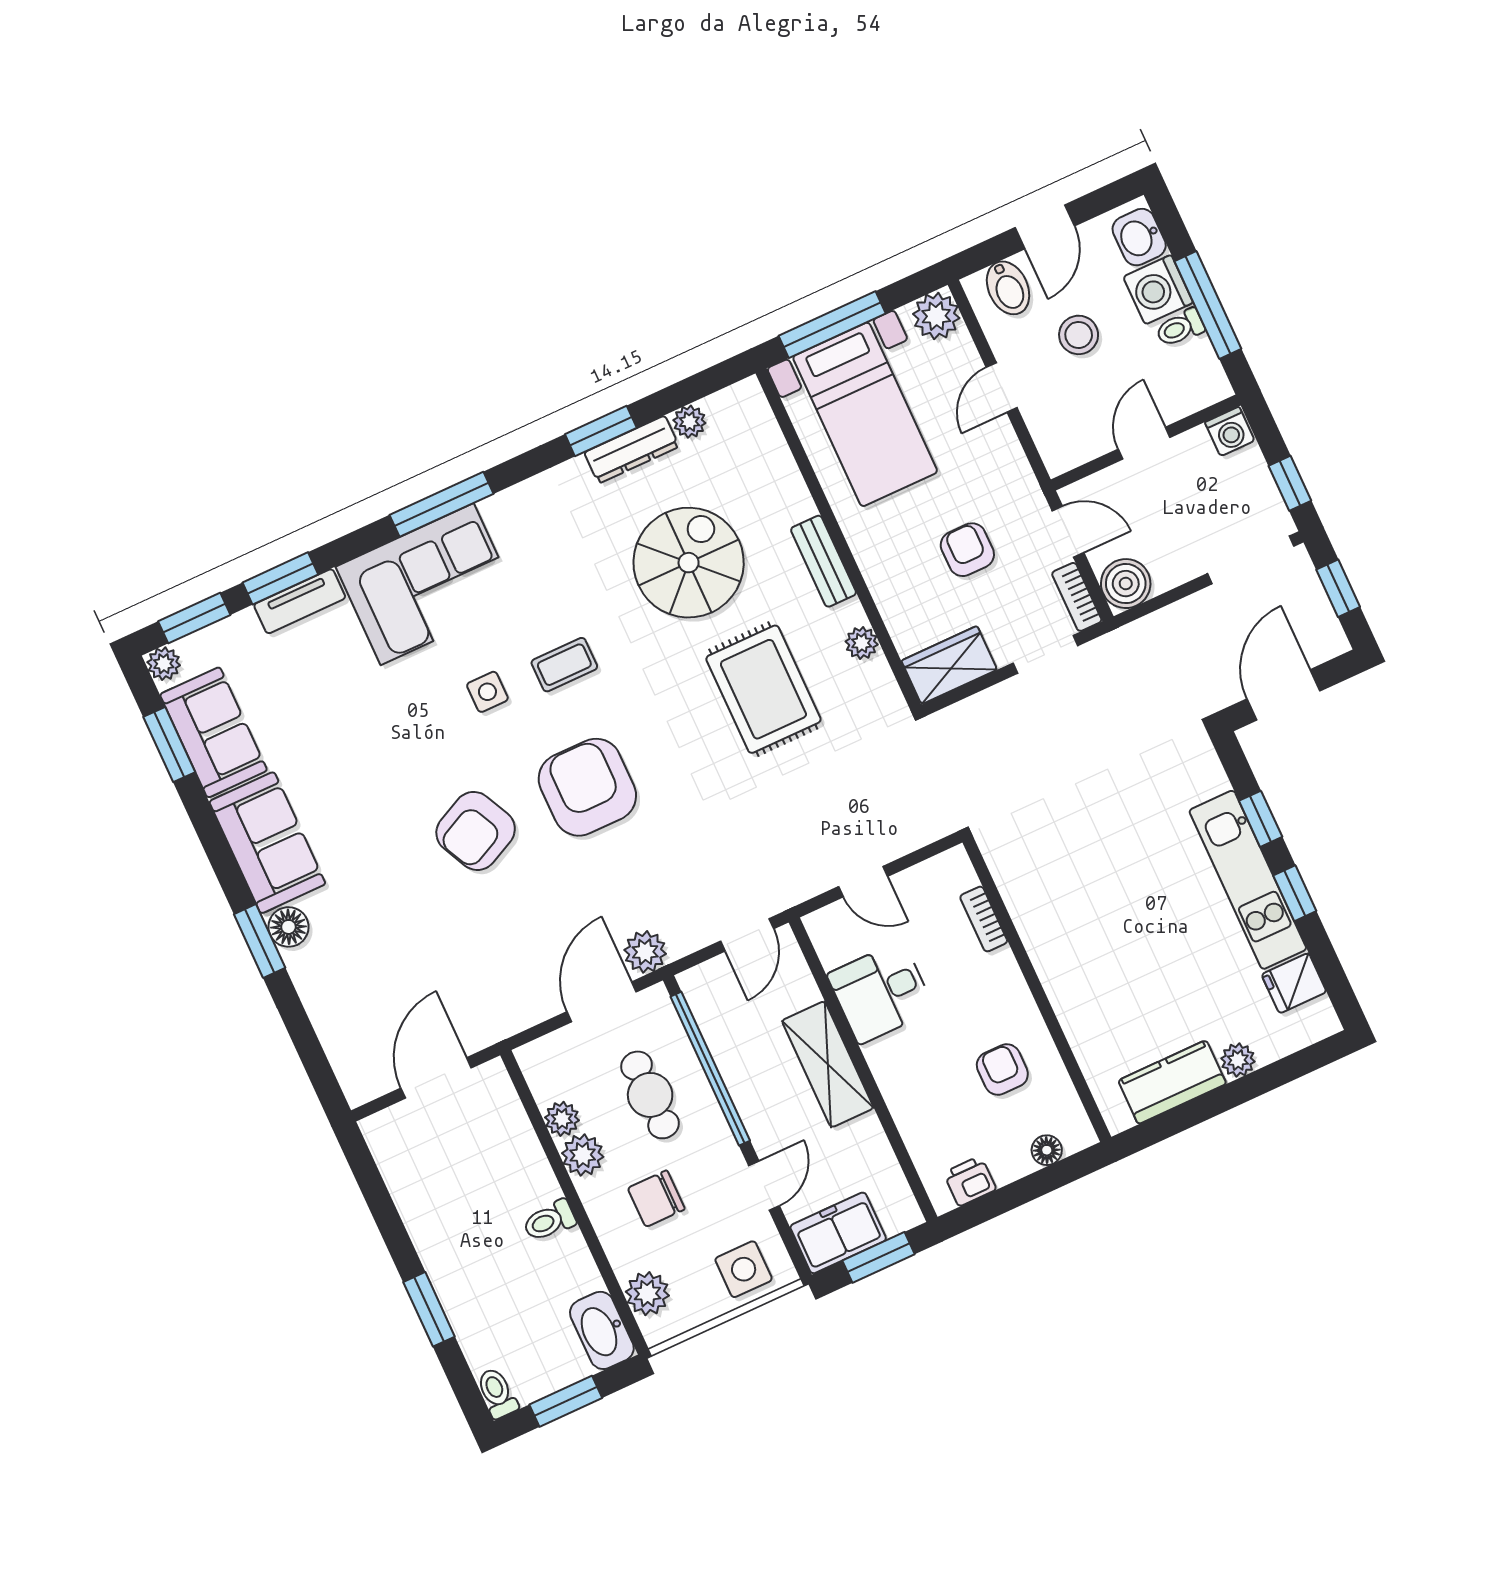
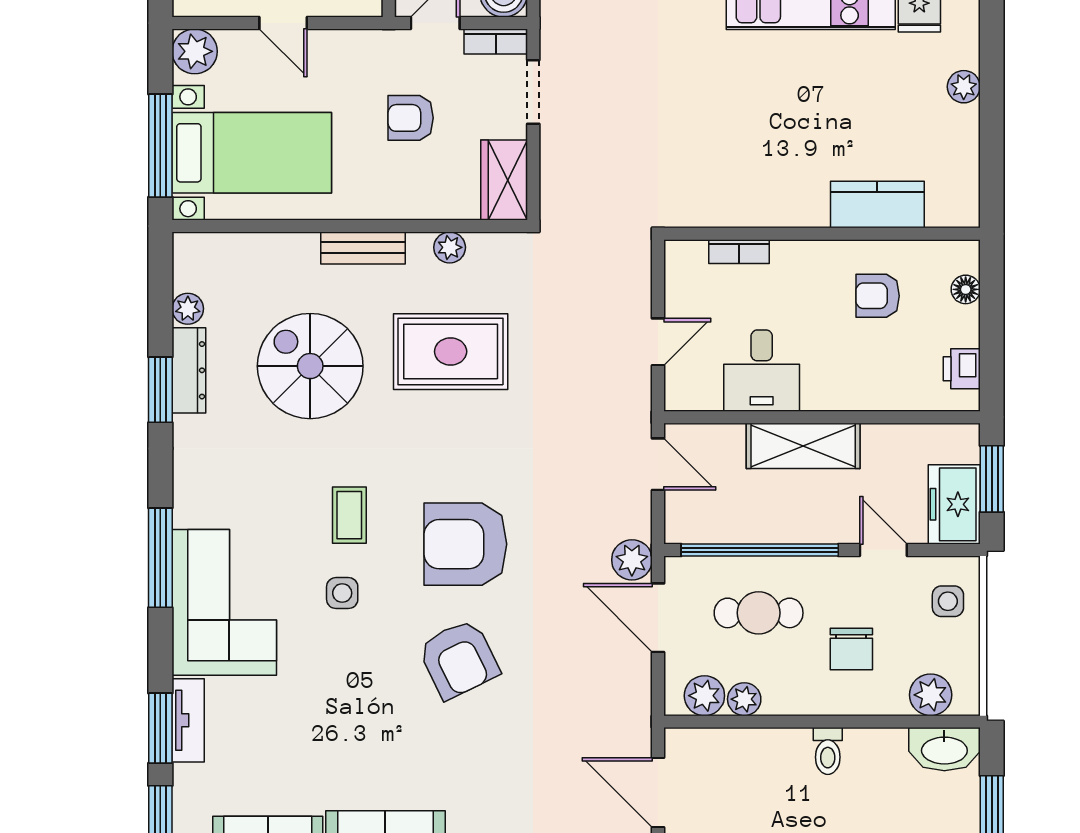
kitchen counter: (1172, 1082) -> (877, 205), moved, turned 90
plant: (583, 1155) -> (704, 696), moved
side table: (744, 1269) -> (948, 601), width x0.73, depth x0.73

